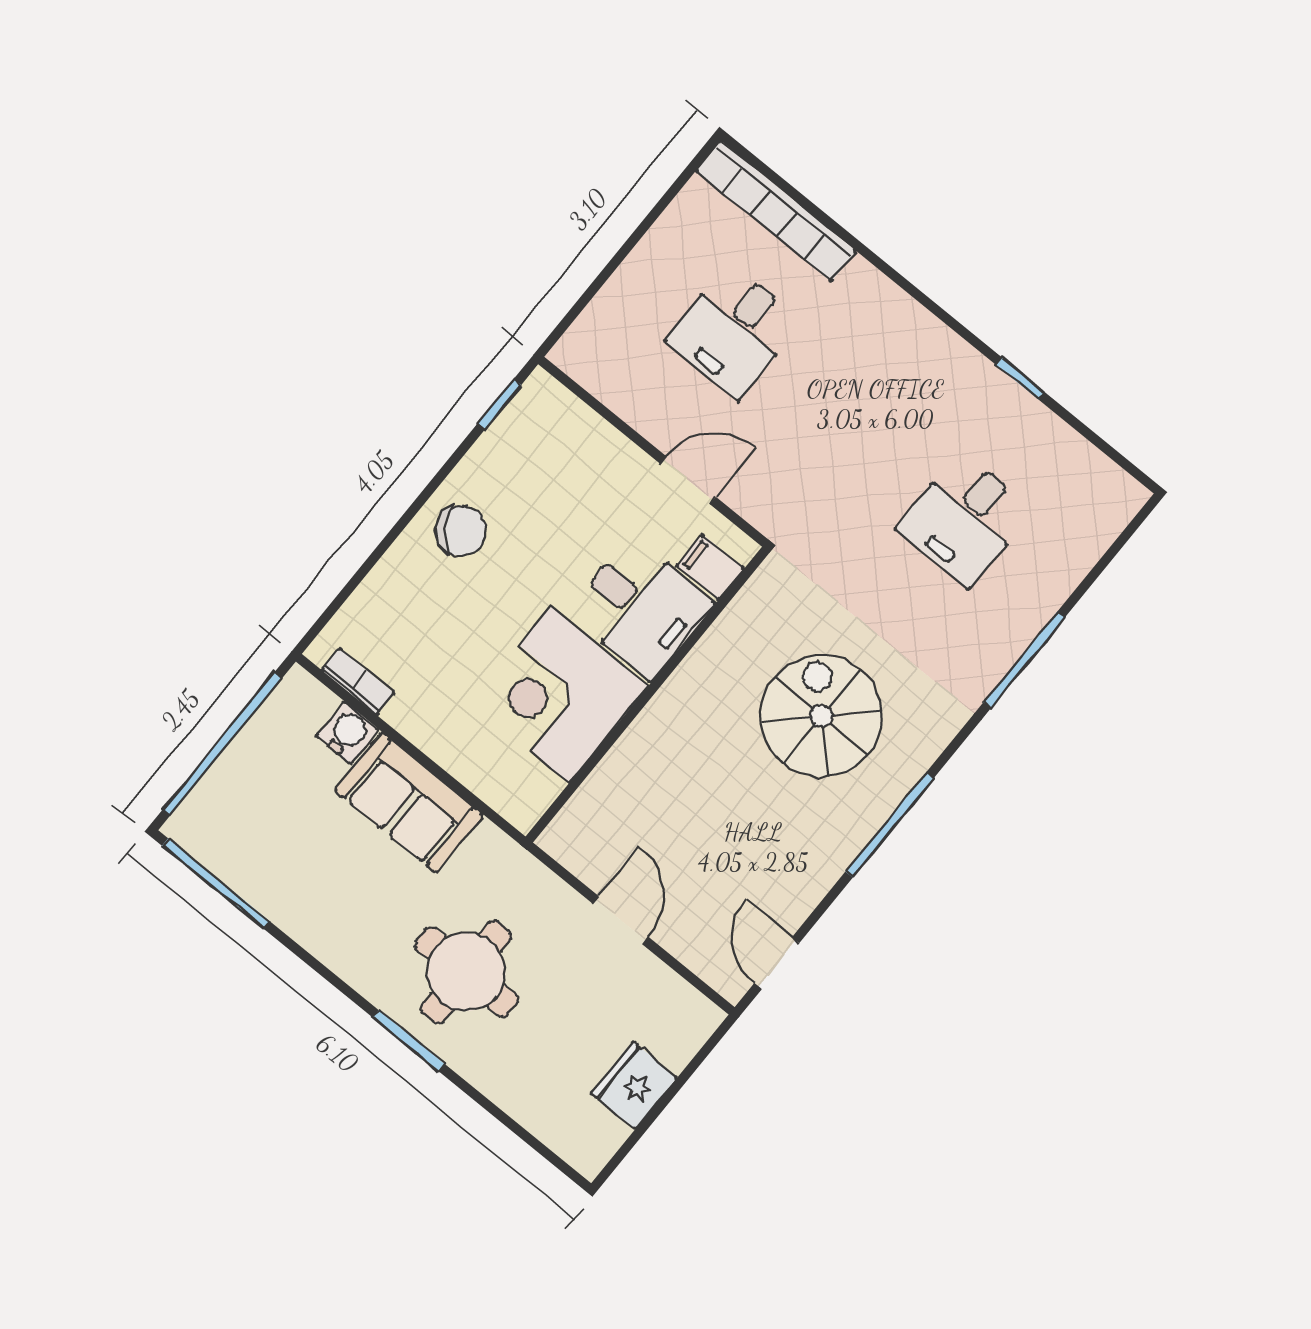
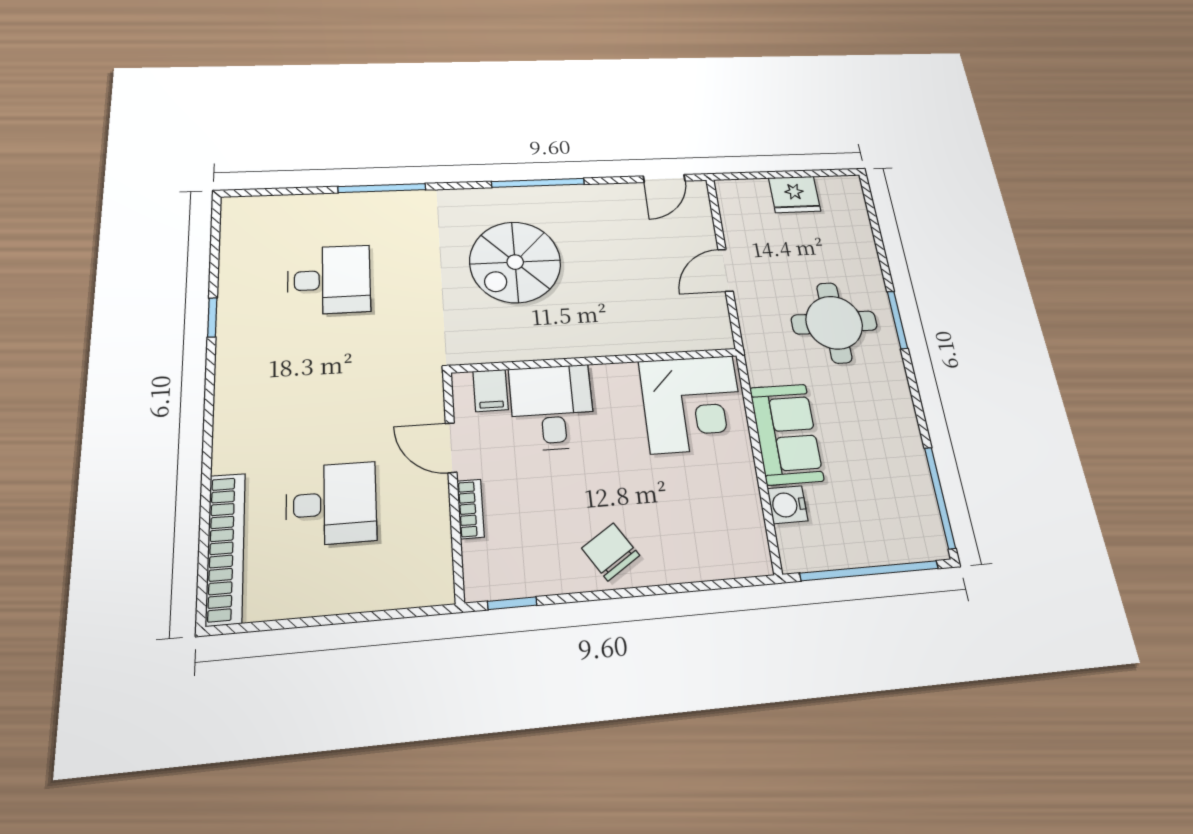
bookcase: (358, 682) -> (471, 509), moved, turned 180
corner desk: (560, 695) -> (692, 404), moved

